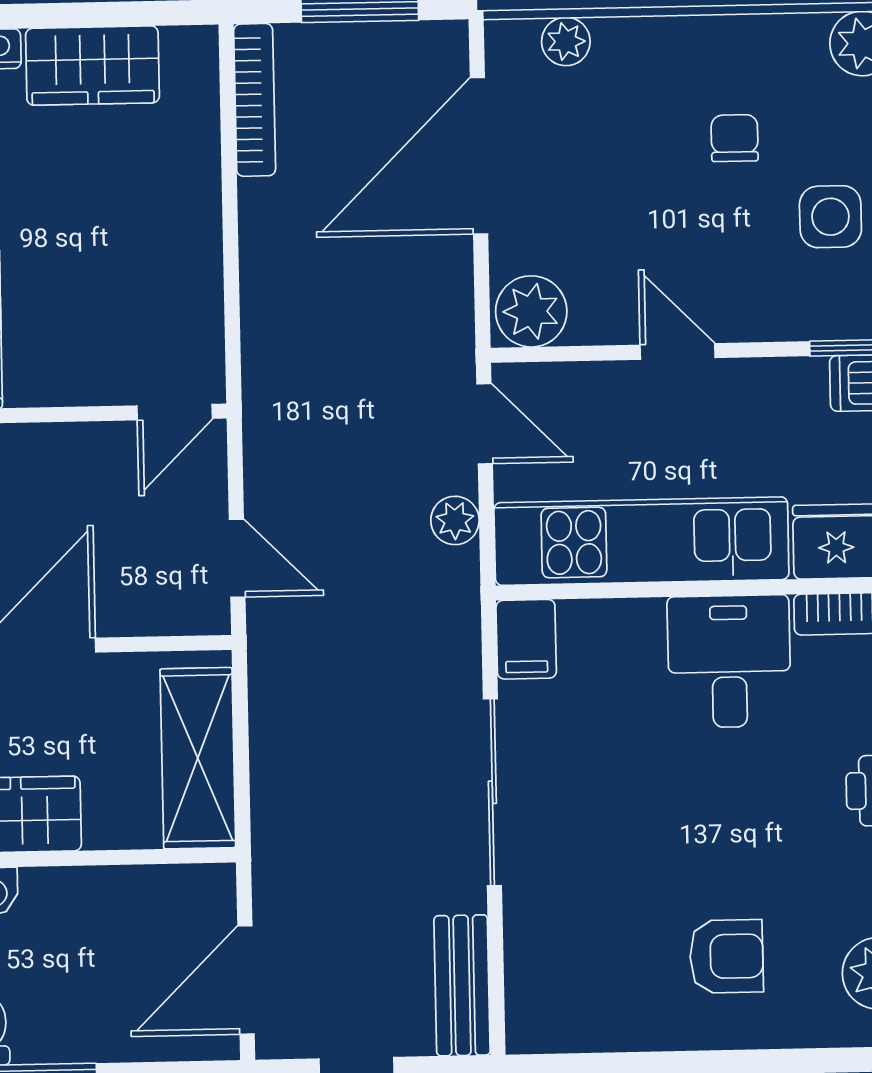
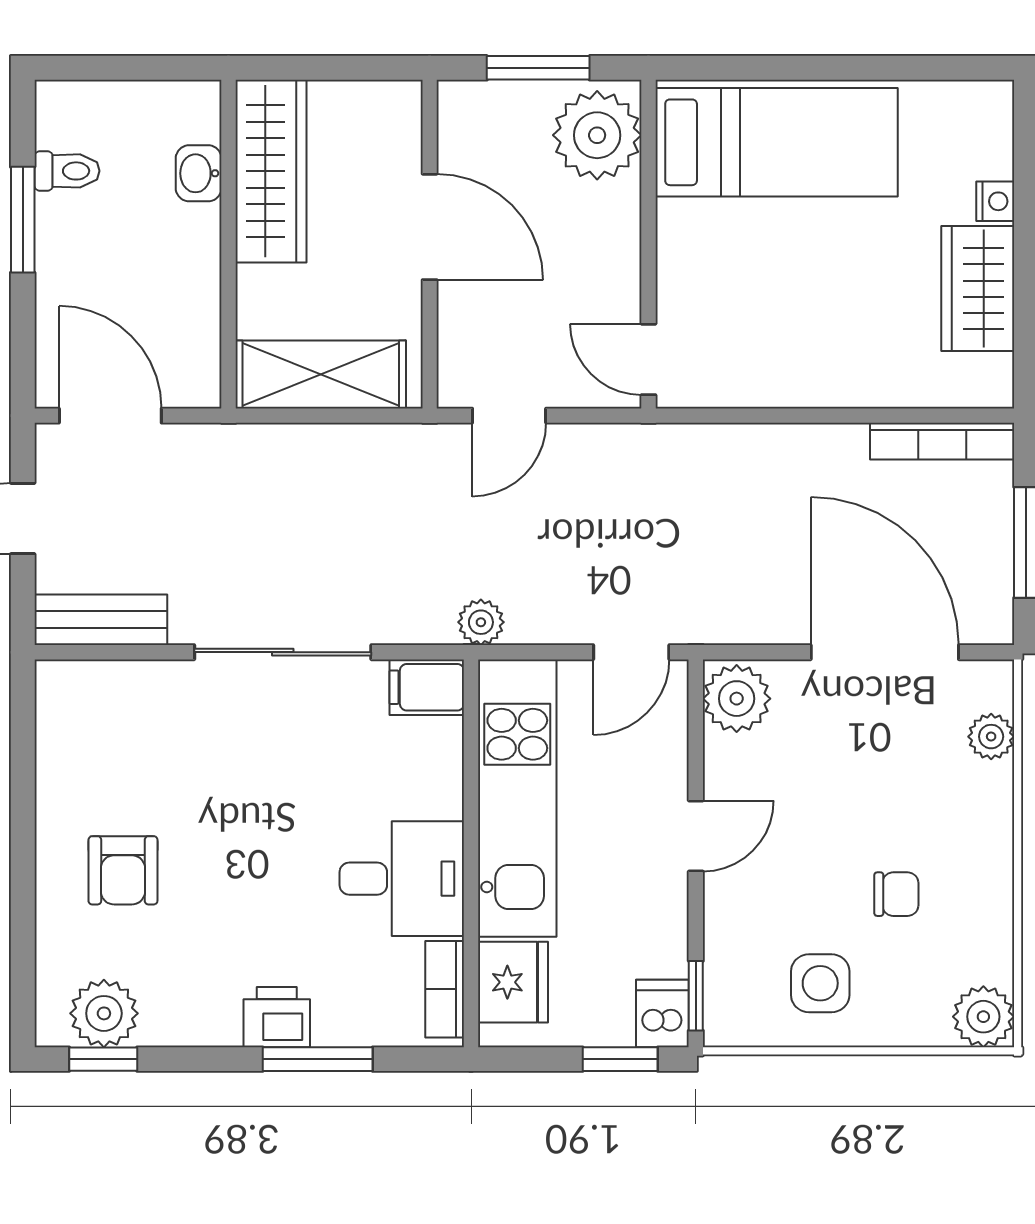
plant: (455, 520) -> (481, 622), moved

